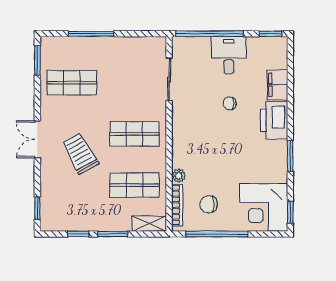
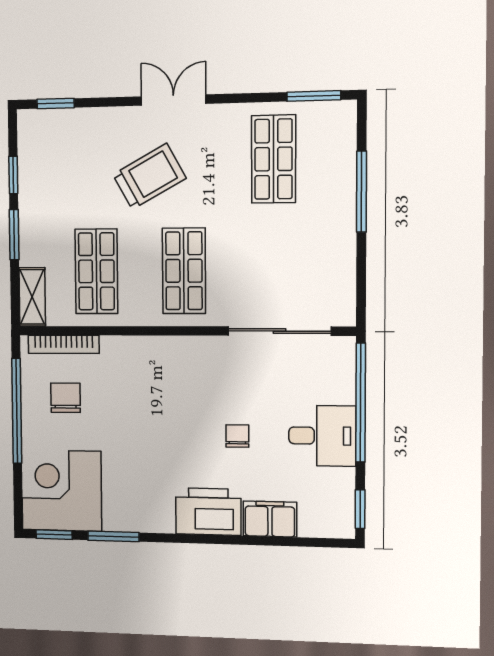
sliding door: (169, 79) -> (280, 331), width x1.37
window: (290, 156) -> (113, 536), moved
plant: (179, 176) -> (113, 347), removed

